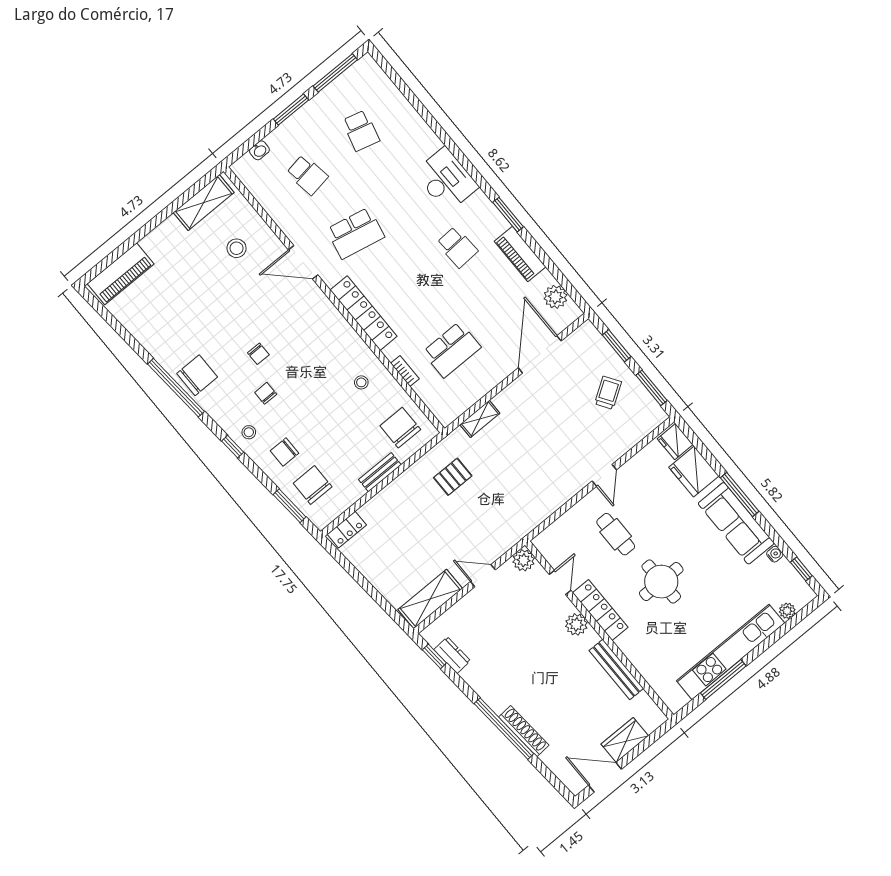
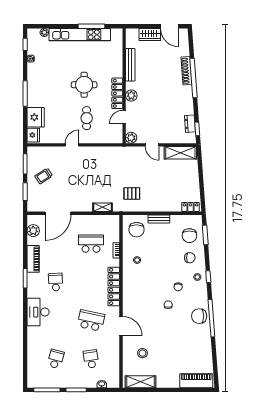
sofa: (736, 523) -> (36, 83), removed

